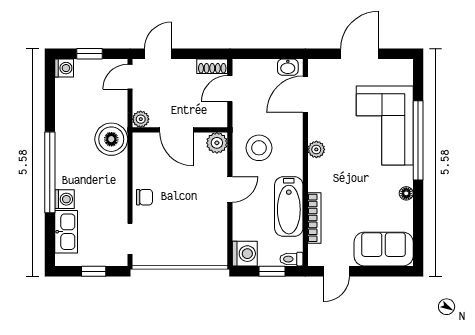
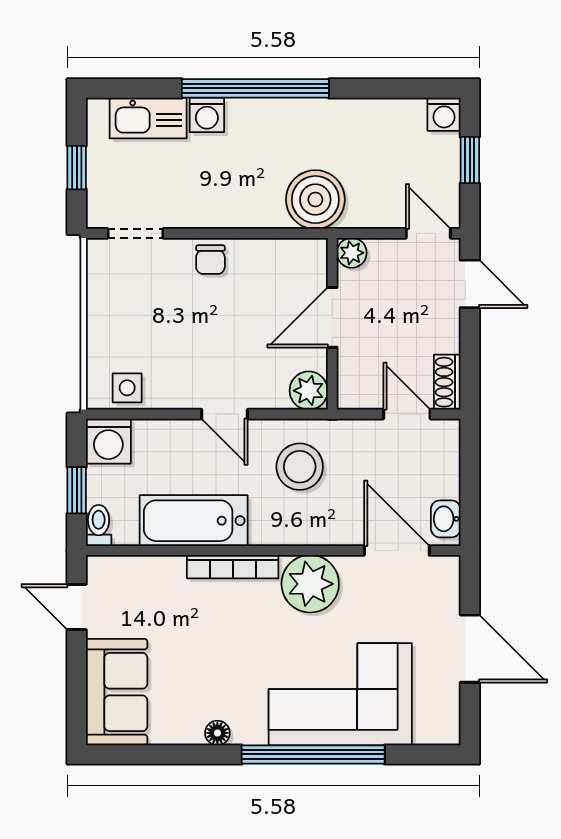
plant: (316, 149) -> (310, 584), width x1.87, depth x1.87
bookcase: (314, 218) -> (233, 567), moved
side table: (215, 243) -> (127, 388), added

